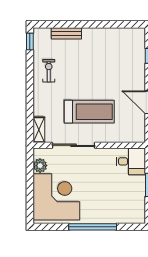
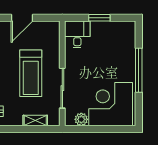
treadmill: (89, 112) -> (31, 73), turned 180
shelving: (39, 130) -> (35, 121), moved

